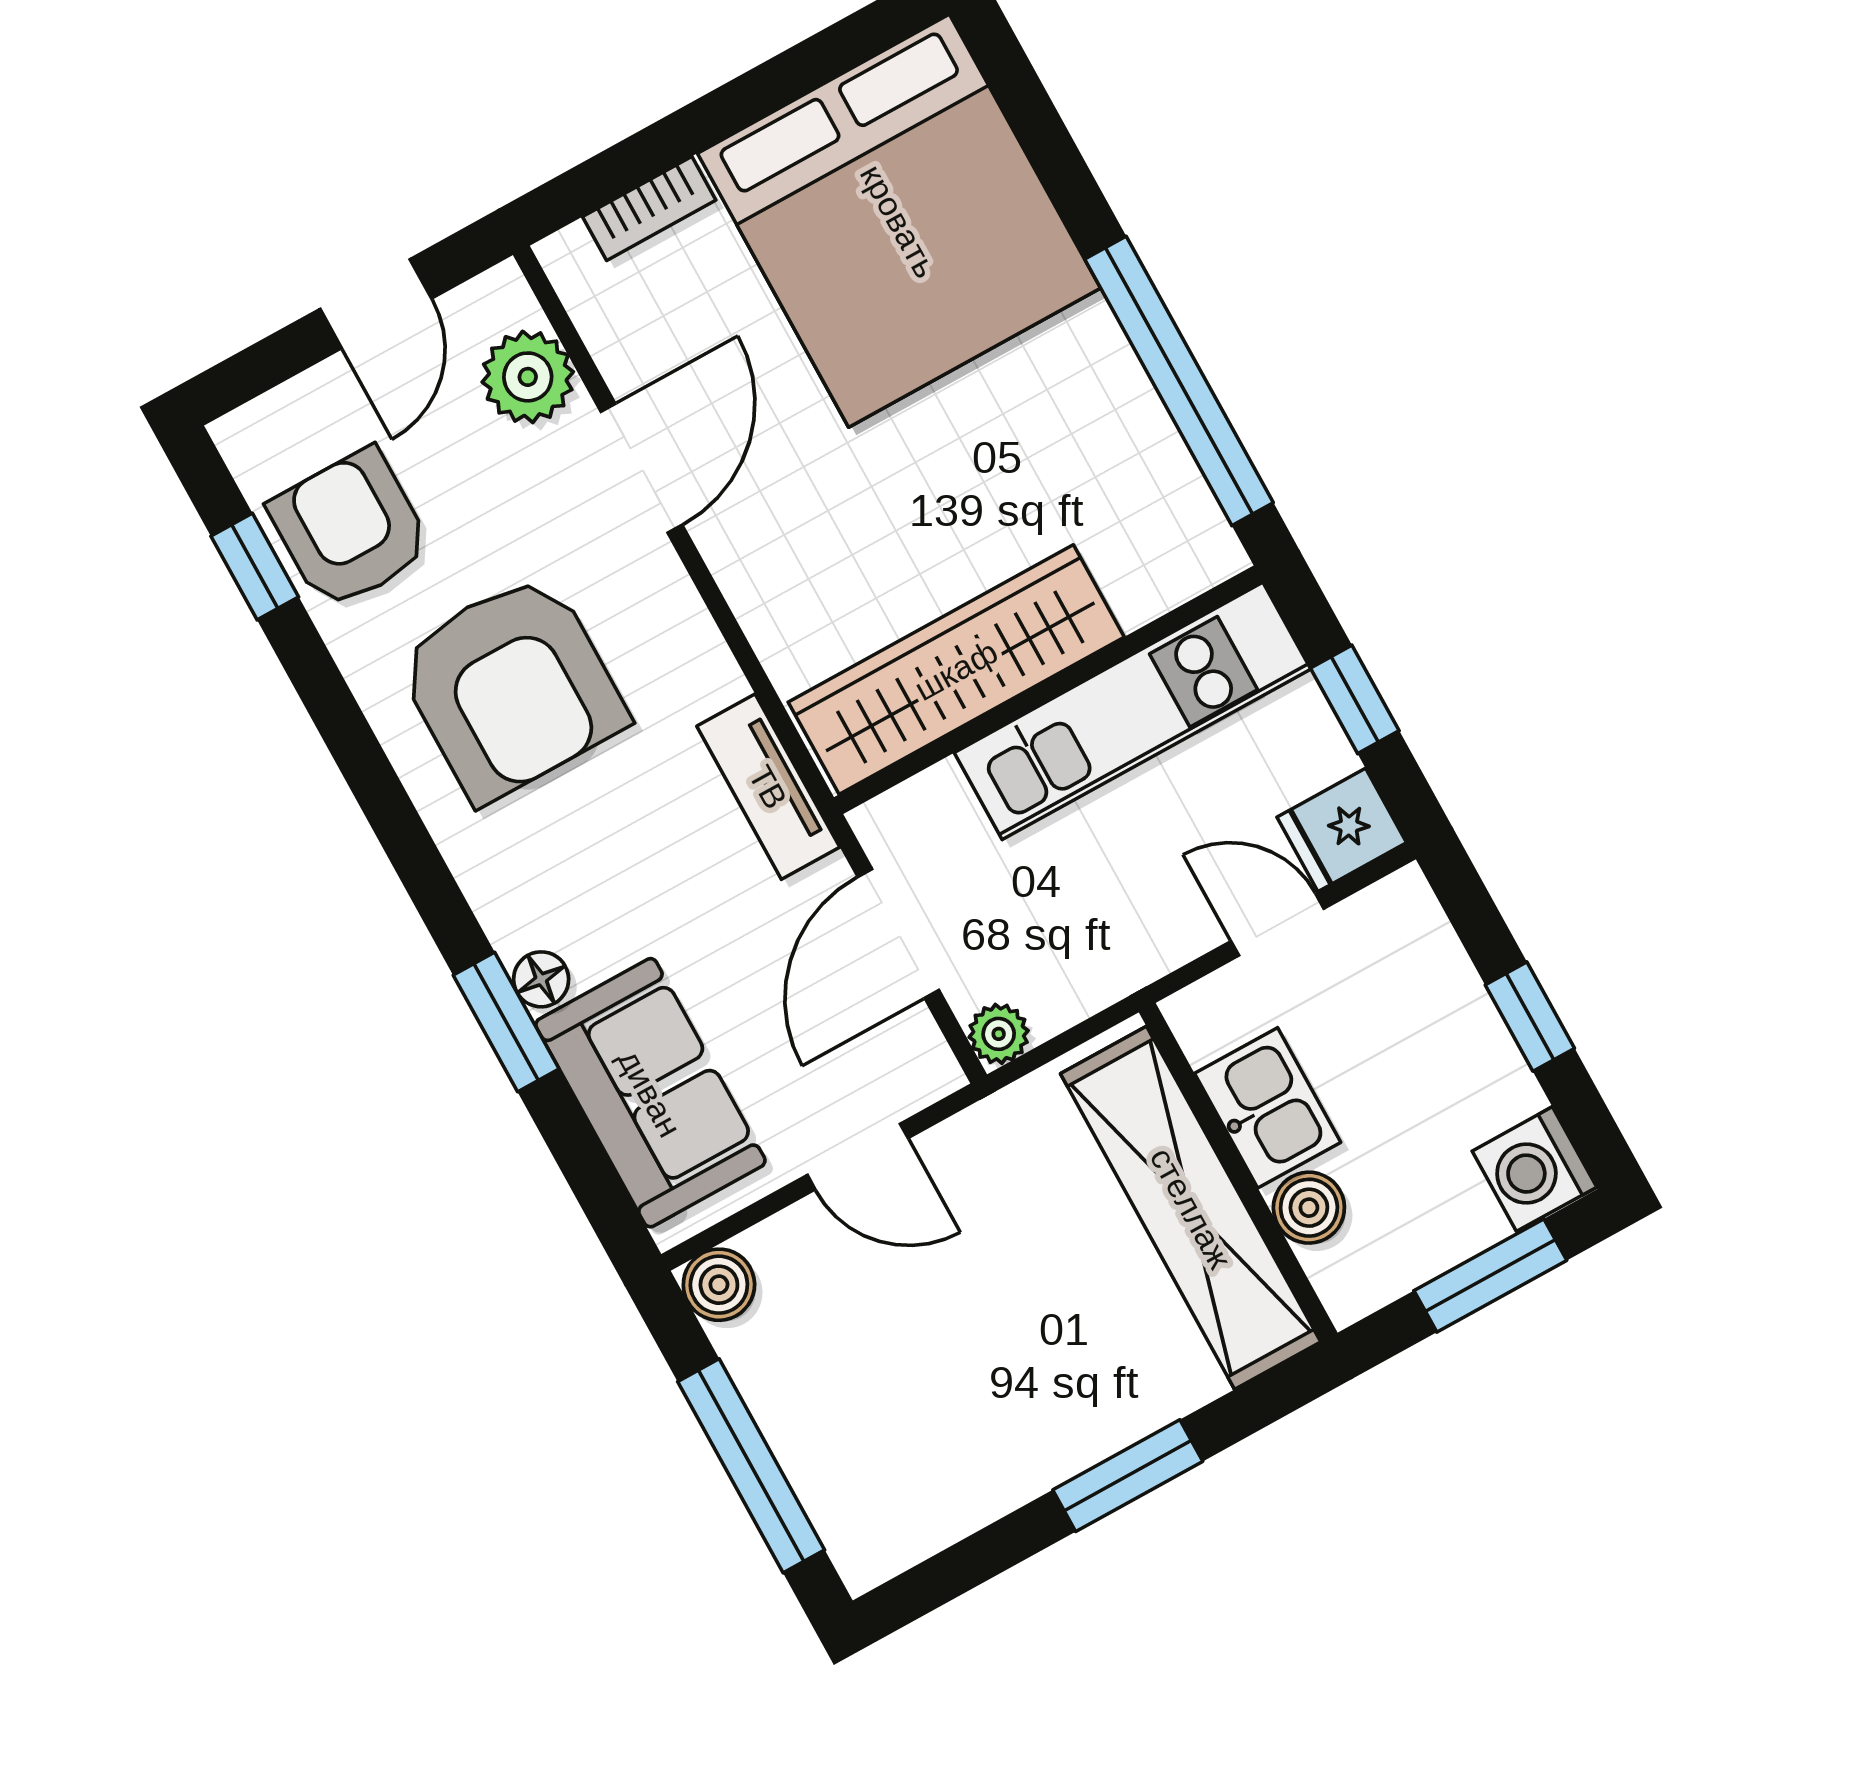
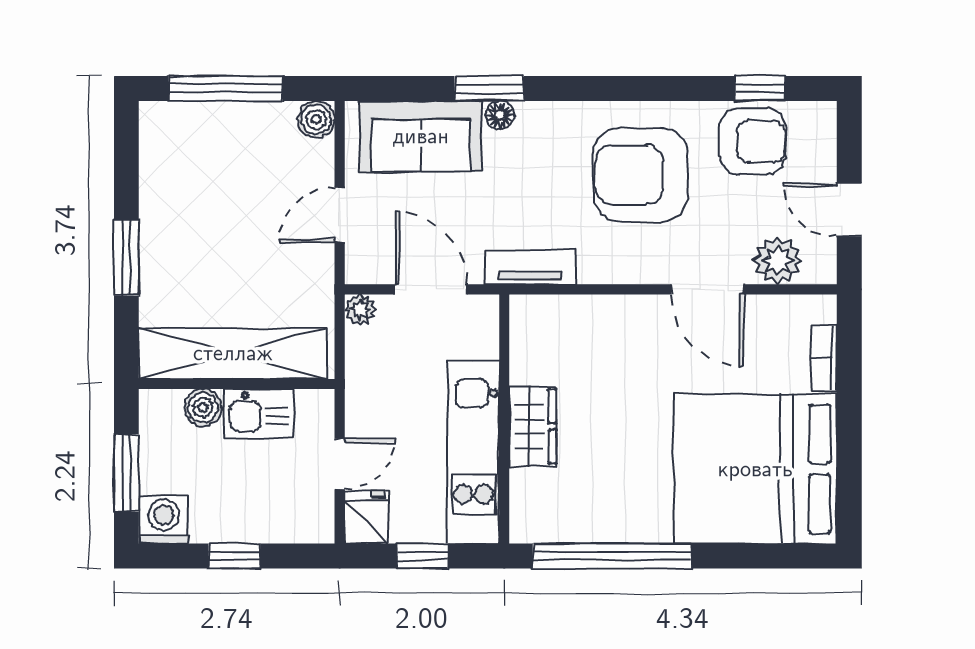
wardrobe: (956, 670) -> (533, 426), width x0.48, depth x0.85

